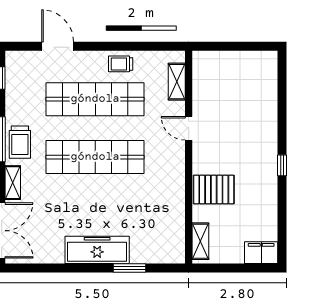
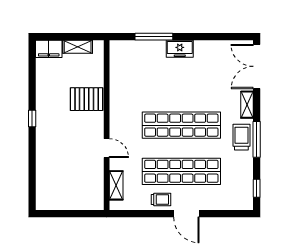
door: (58, 46) -> (186, 214), moved
shelving: (200, 241) -> (78, 47), moved, turned 90
freezer: (97, 250) -> (180, 49), width x0.52, depth x0.79
window: (129, 268) -> (154, 37), width x1.44

